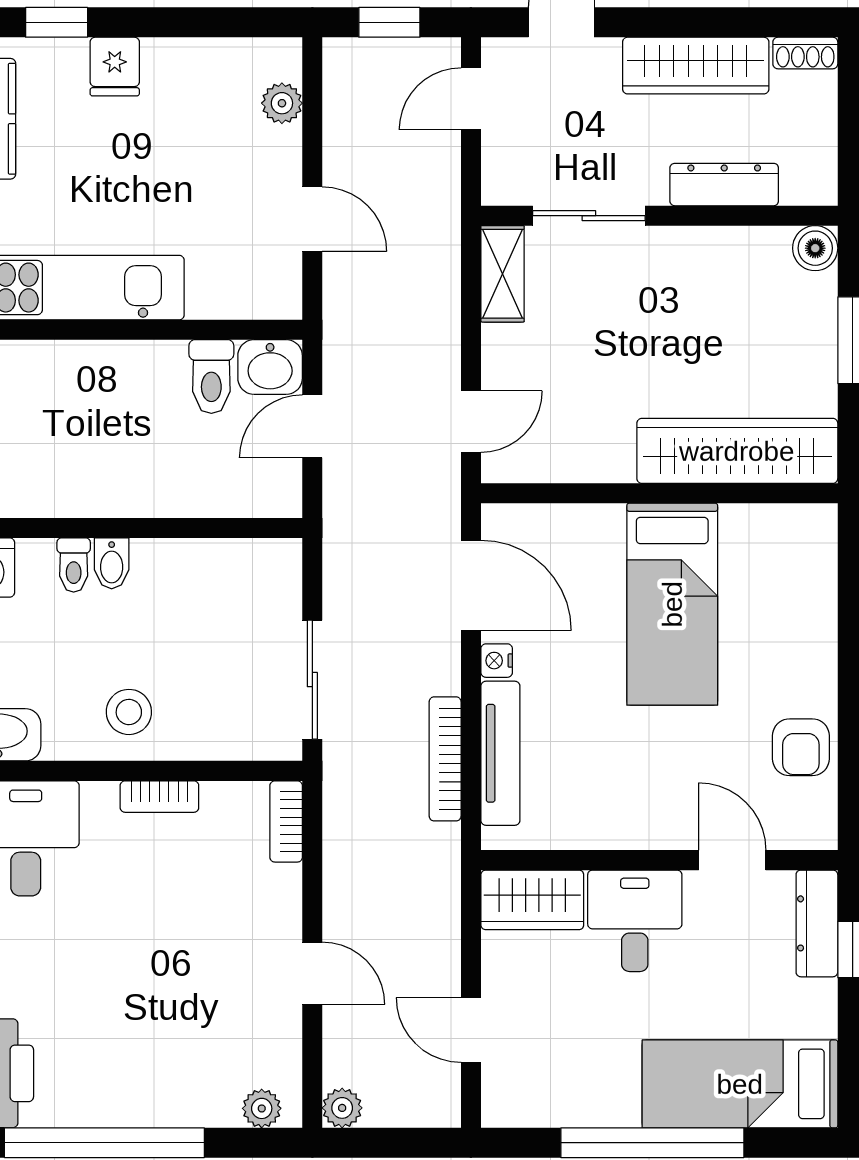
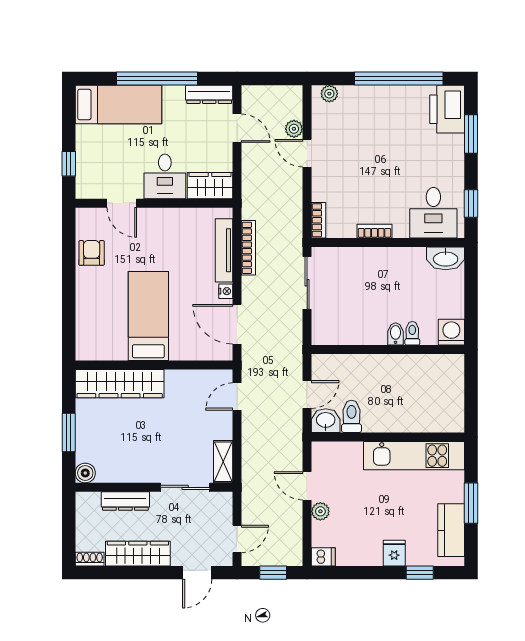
dishwasher: (276, 58) -> (323, 557), added
plant: (282, 103) -> (320, 511), moved
stool: (129, 712) -> (388, 268), removed
dresser: (817, 923) -> (209, 94), moved, turned 90
plant: (342, 1108) -> (294, 129), moved

